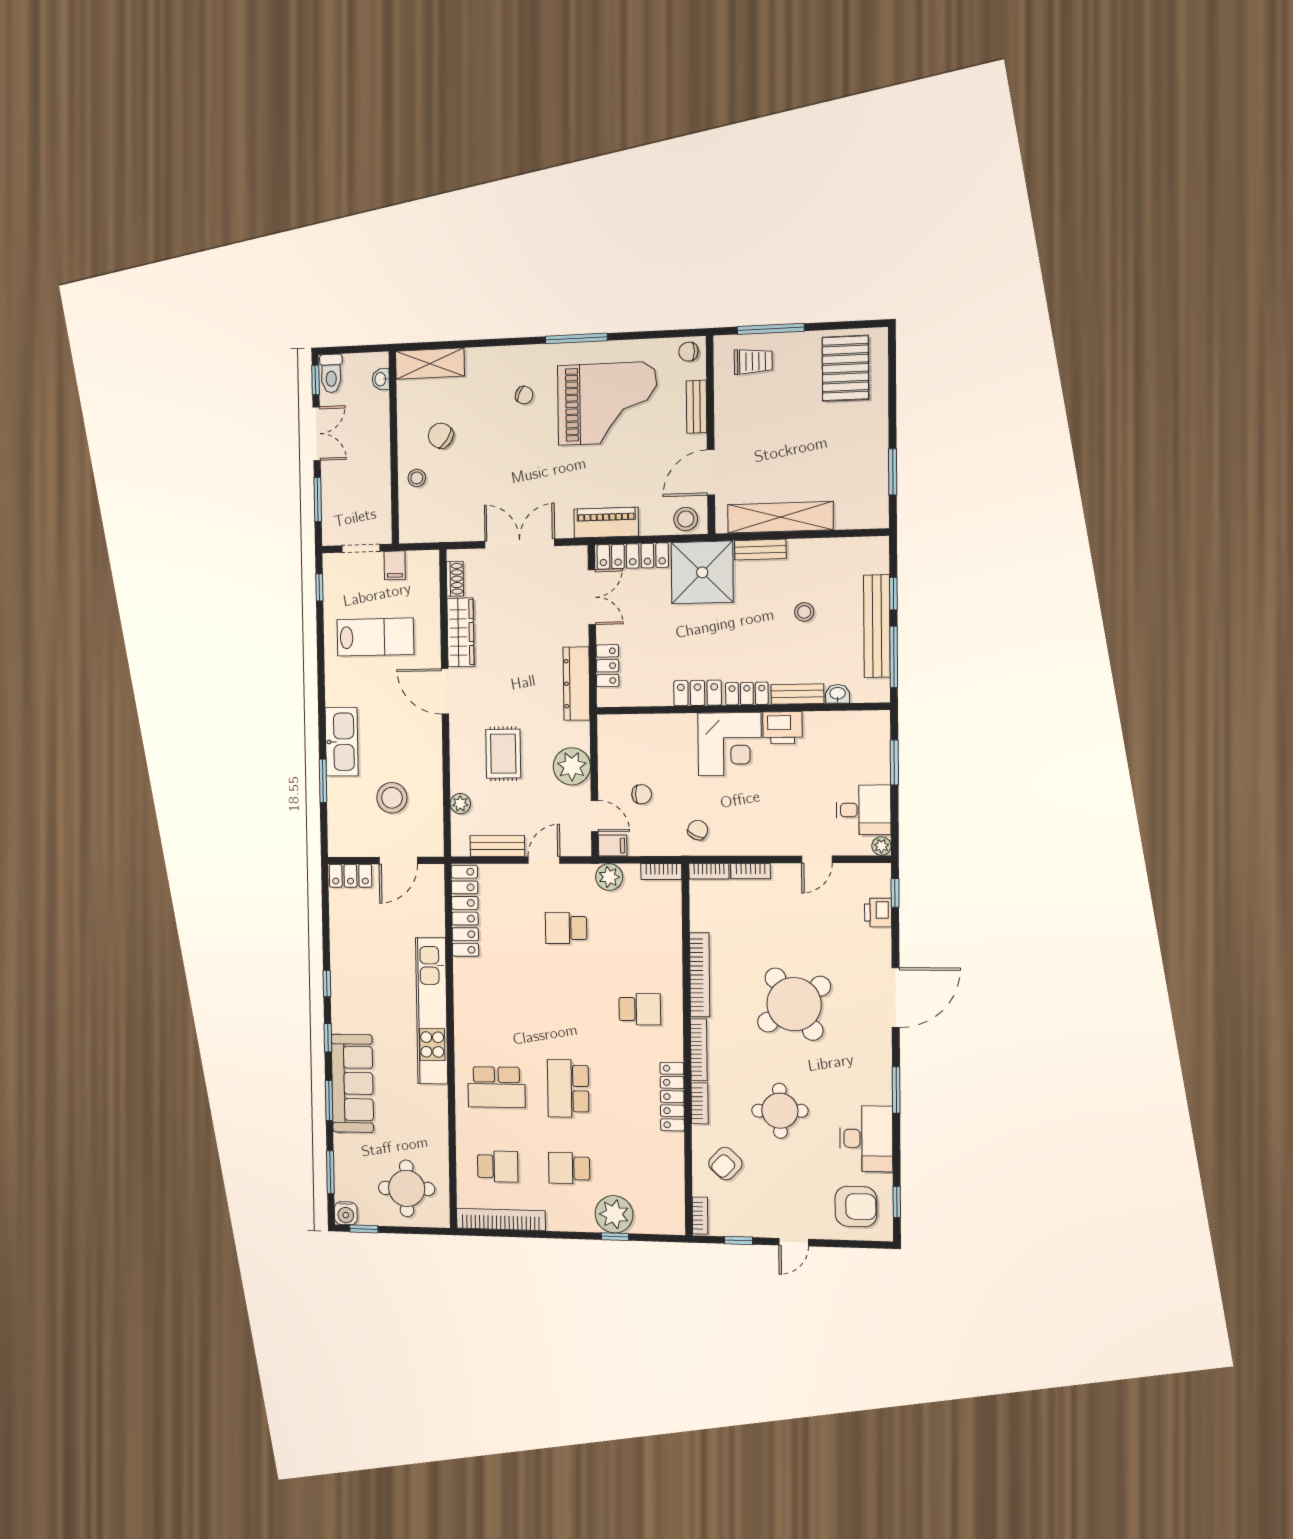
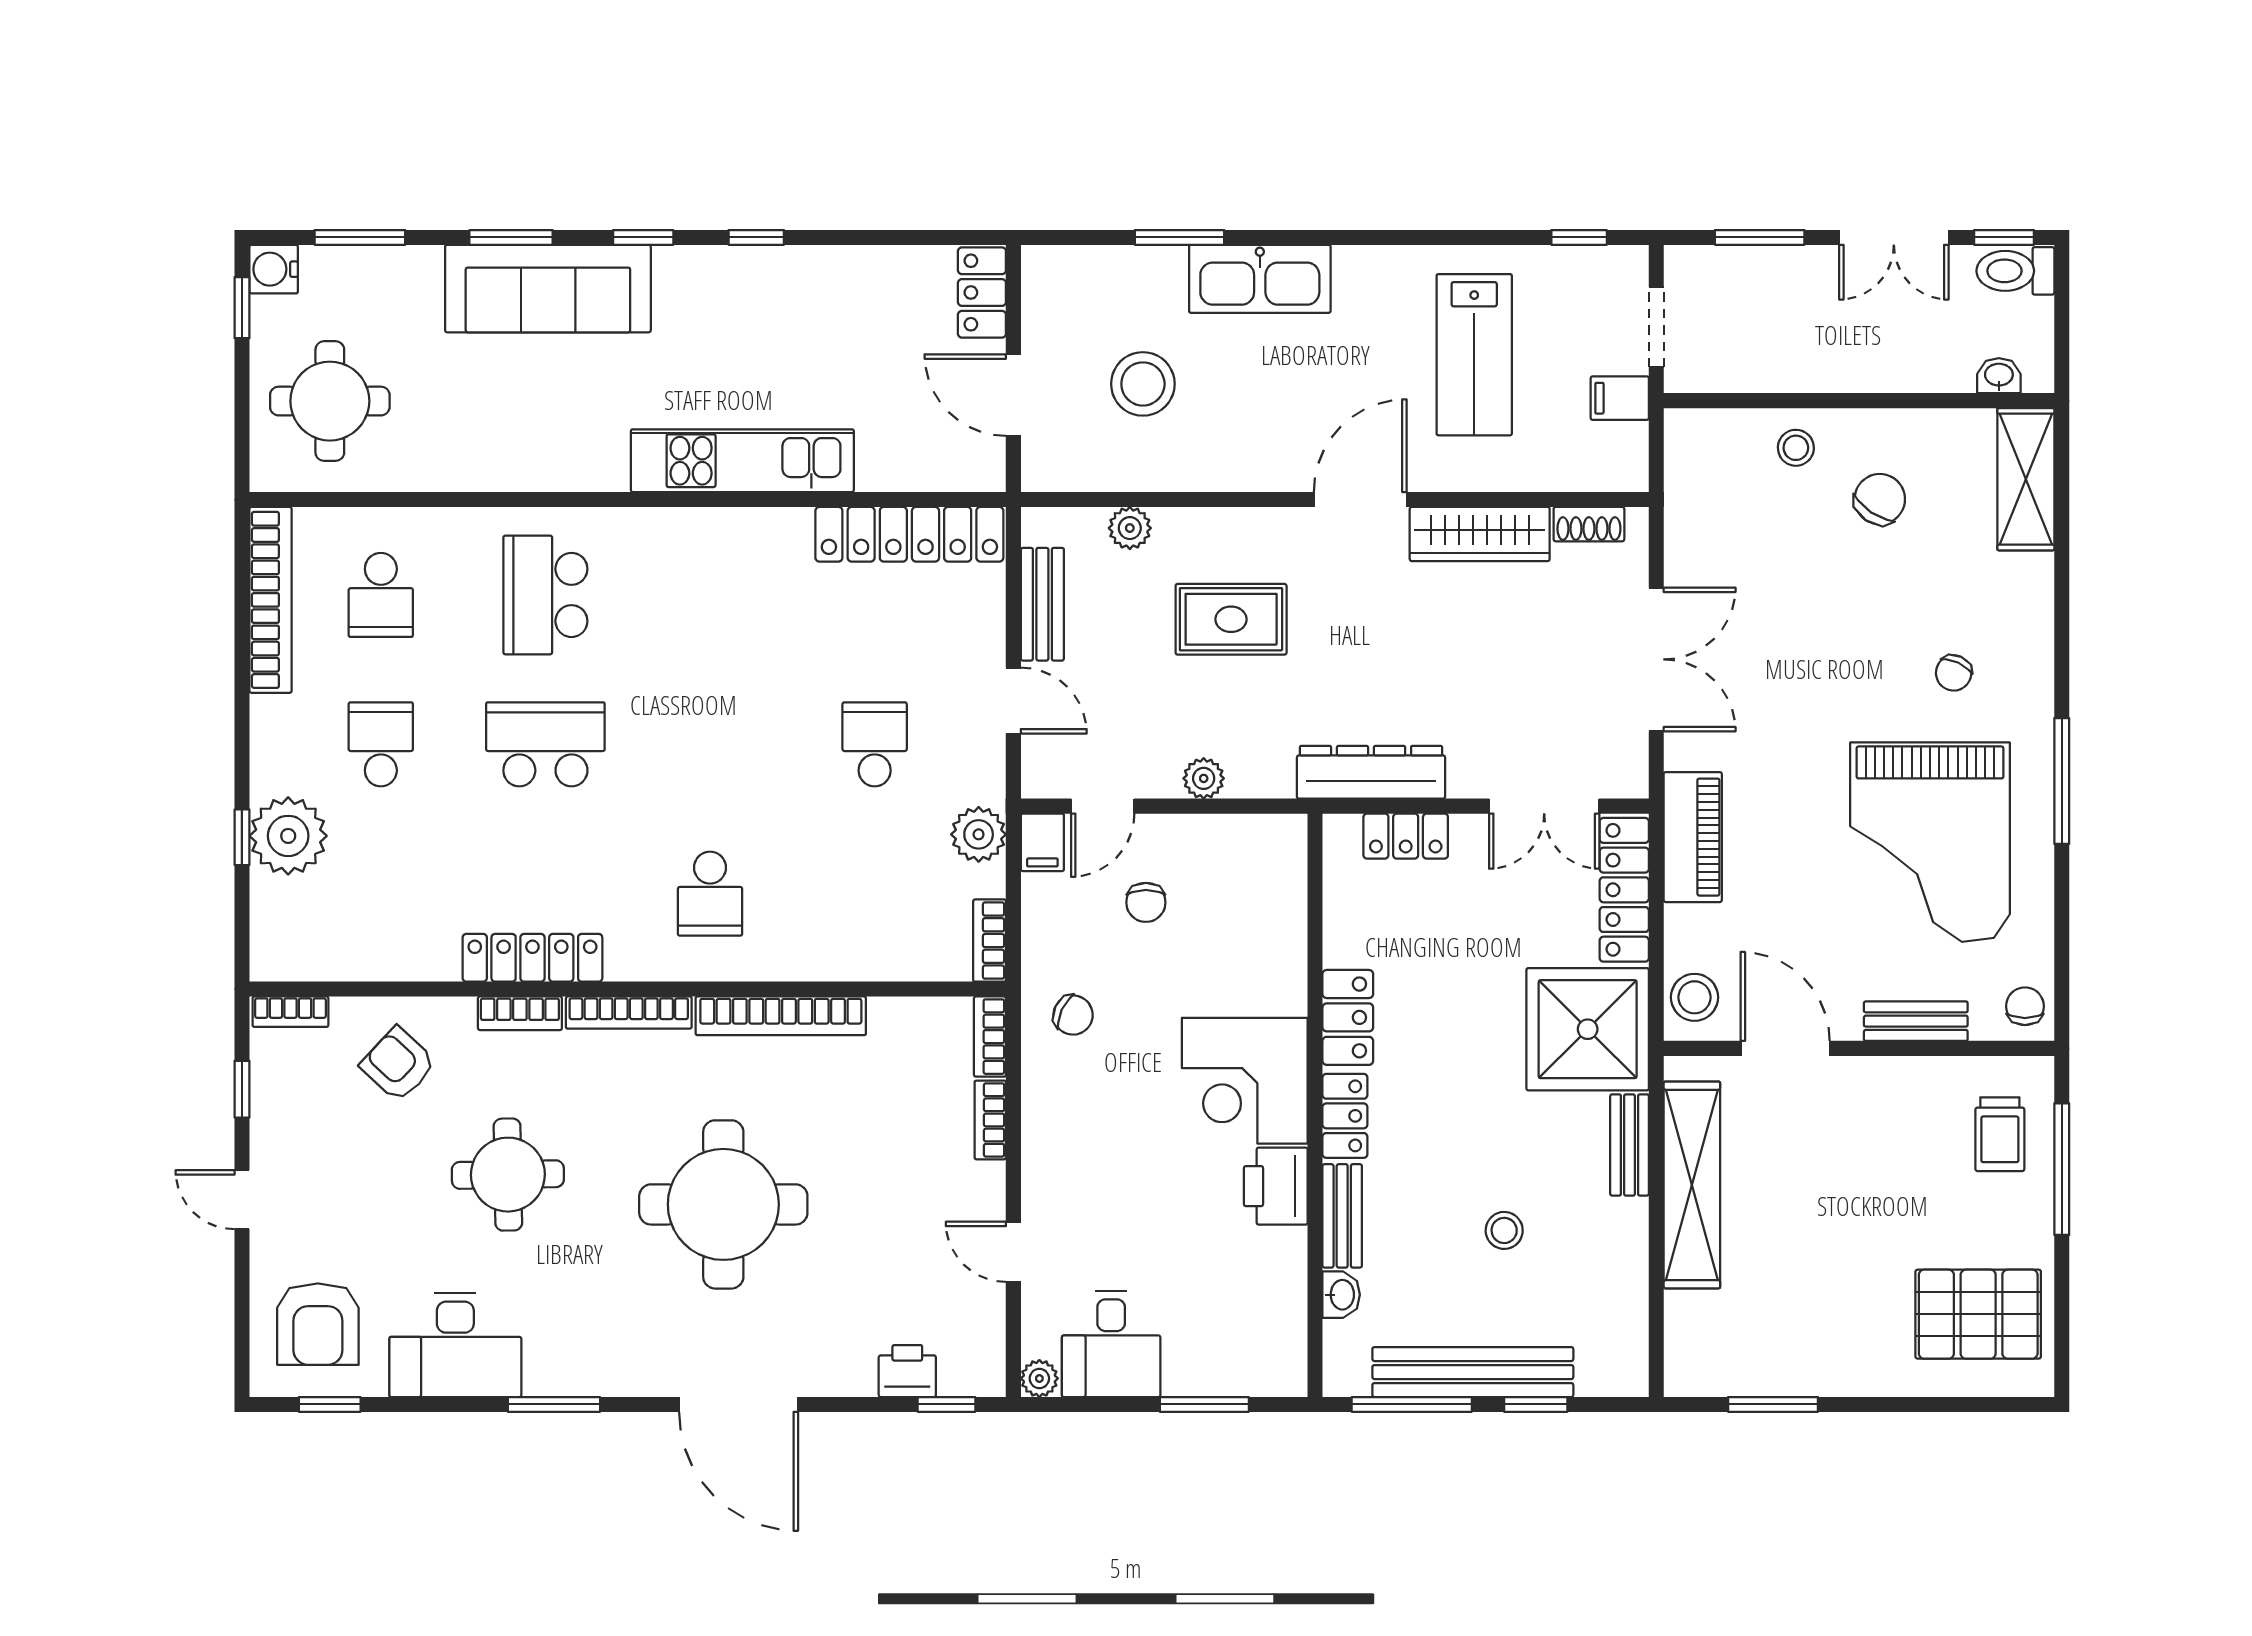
plant: (572, 766) -> (1204, 778), width x0.53, depth x0.53
round table: (794, 1004) -> (723, 1204), turned 35
kitchen unit: (432, 1011) -> (742, 461), width x0.73

